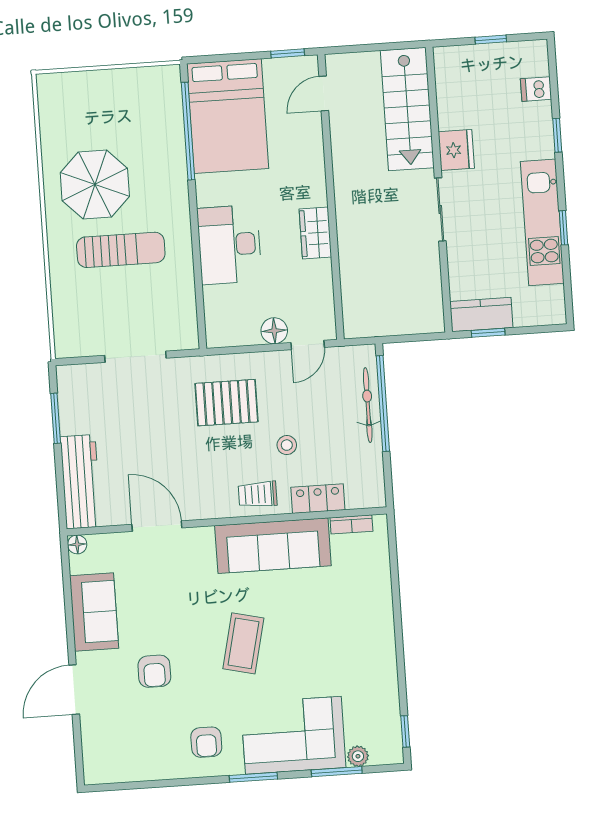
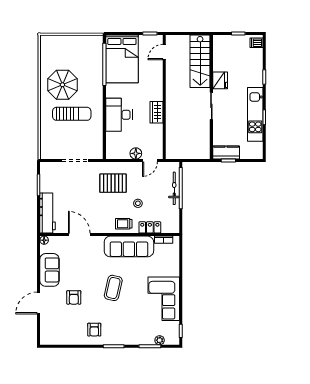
dishwasher: (536, 89) -> (256, 43), moved
corner sofa: (293, 735) -> (164, 299), moved, turned -90

